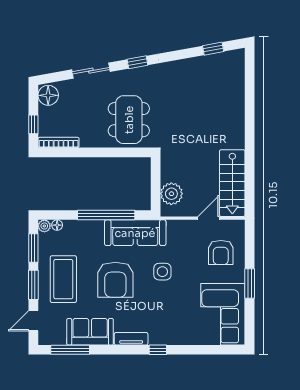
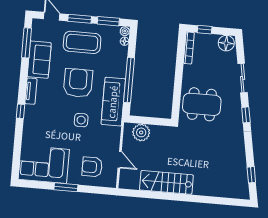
stairs: (232, 183) -> (166, 182), moved
armchair: (115, 280) -> (78, 83), turned 90

